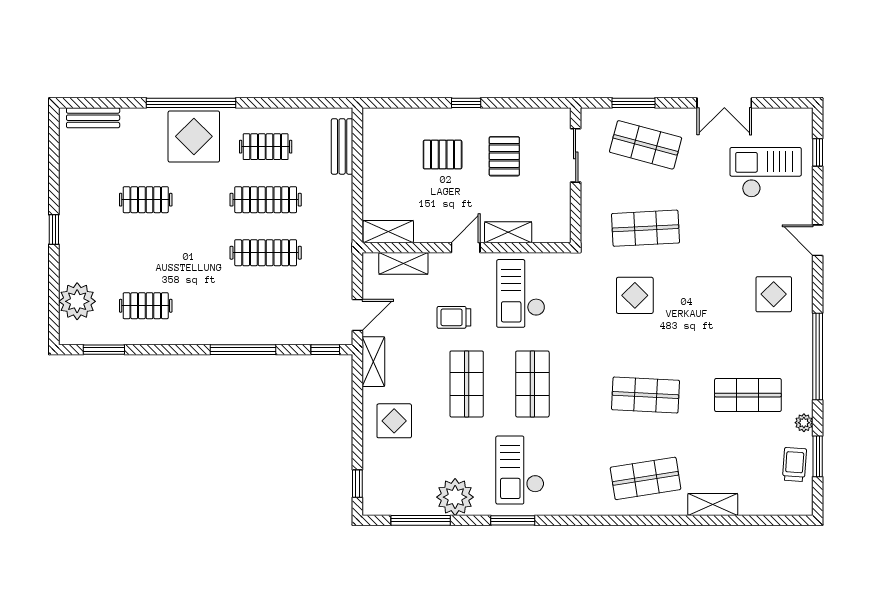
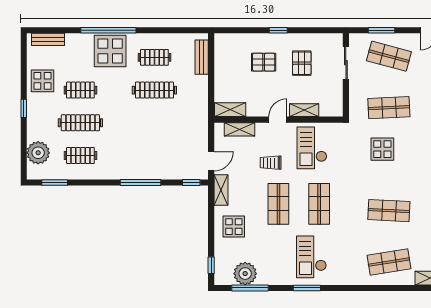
display table: (84, 185) -> (43, 81), added
clothes rail: (266, 253) -> (80, 123), moved
plant: (455, 497) -> (245, 274), moved

